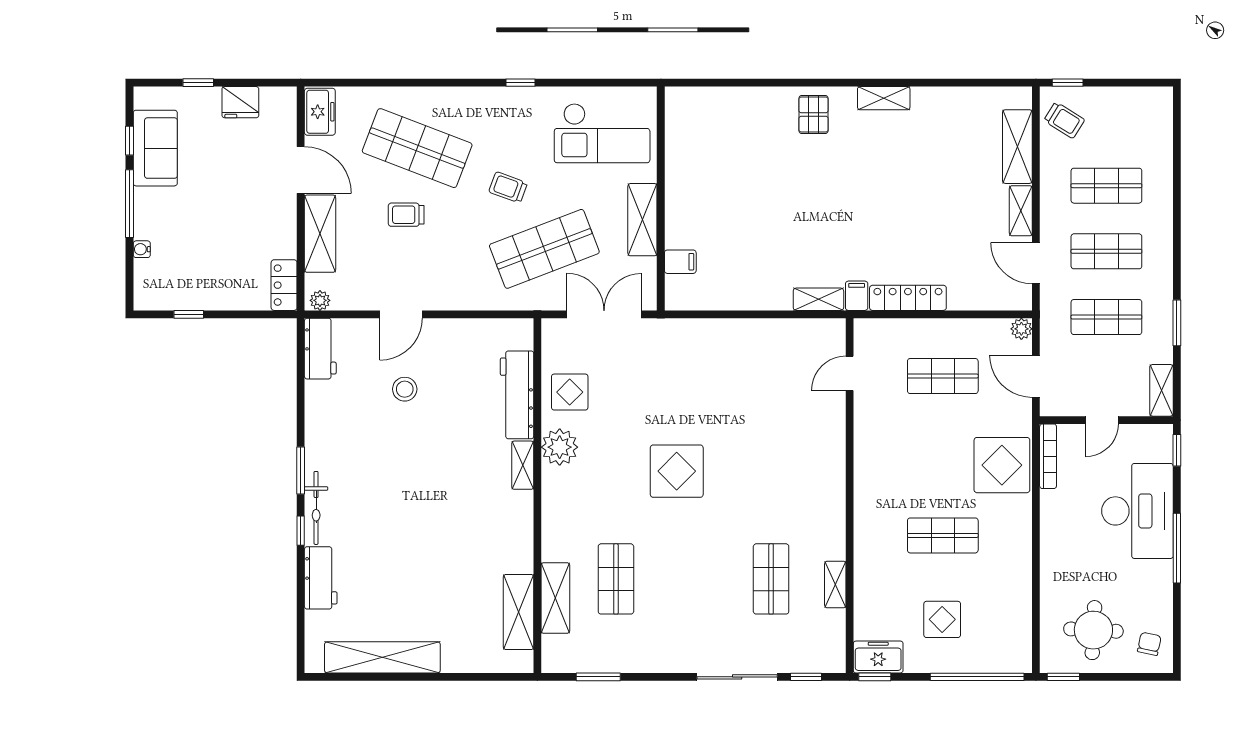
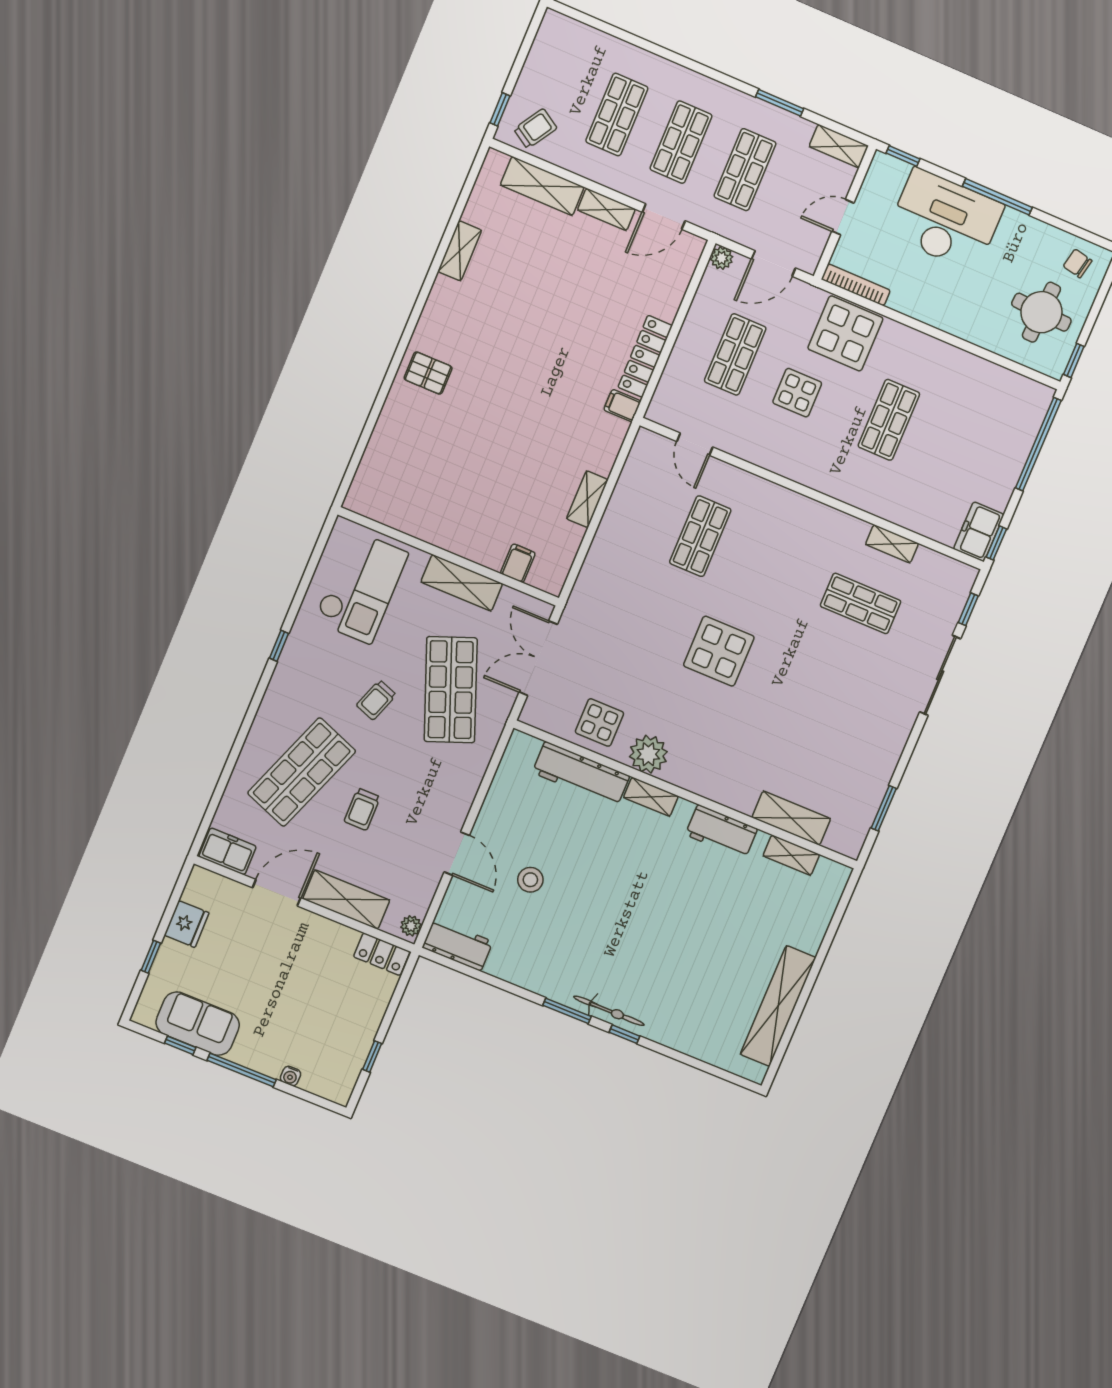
shelving: (884, 98) -> (460, 251), moved
shelving: (818, 299) -> (587, 499), moved
door: (1102, 420) -> (843, 217), swing flipped
workbench: (321, 578) -> (721, 832), moved, turned 180
shop shelf: (616, 579) -> (700, 536), moved, turned 90
shelving: (519, 612) -> (791, 855), width x0.67, depth x0.75
display table: (942, 619) -> (797, 393), moved

